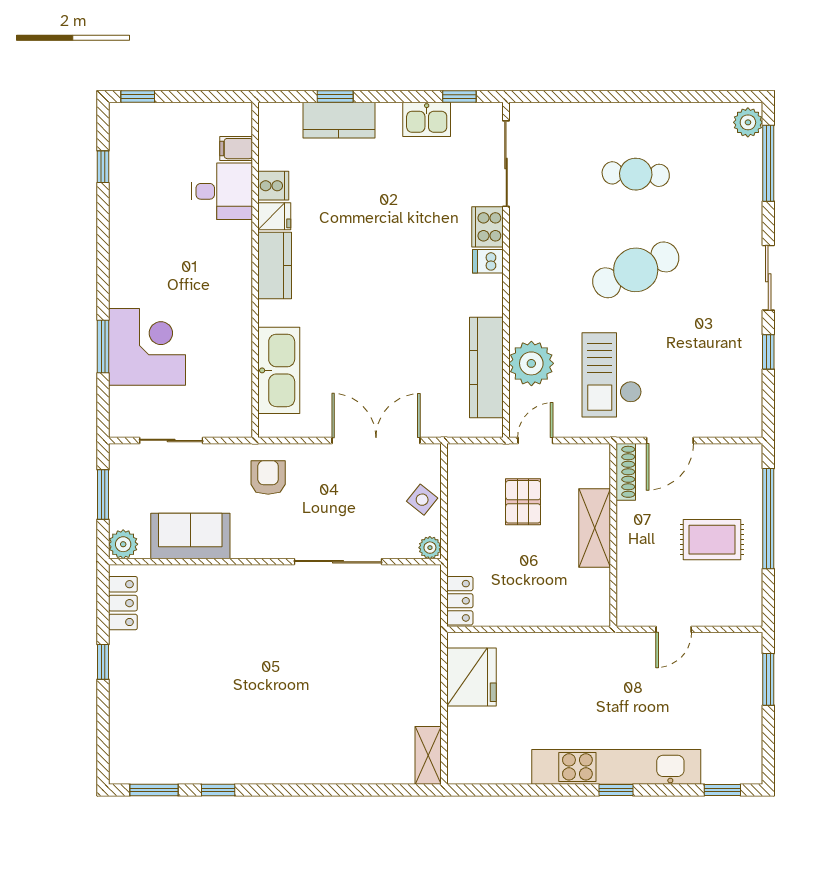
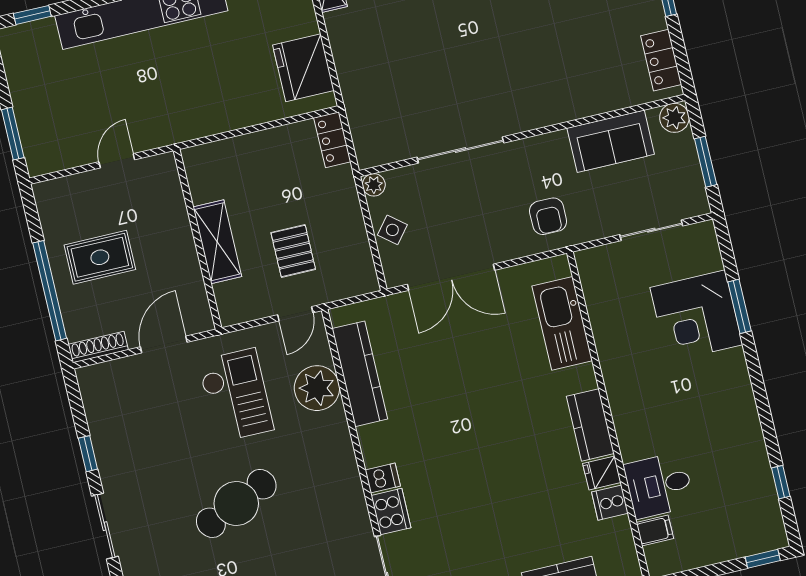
shoe rack: (626, 472) -> (98, 347), moved, turned 90

